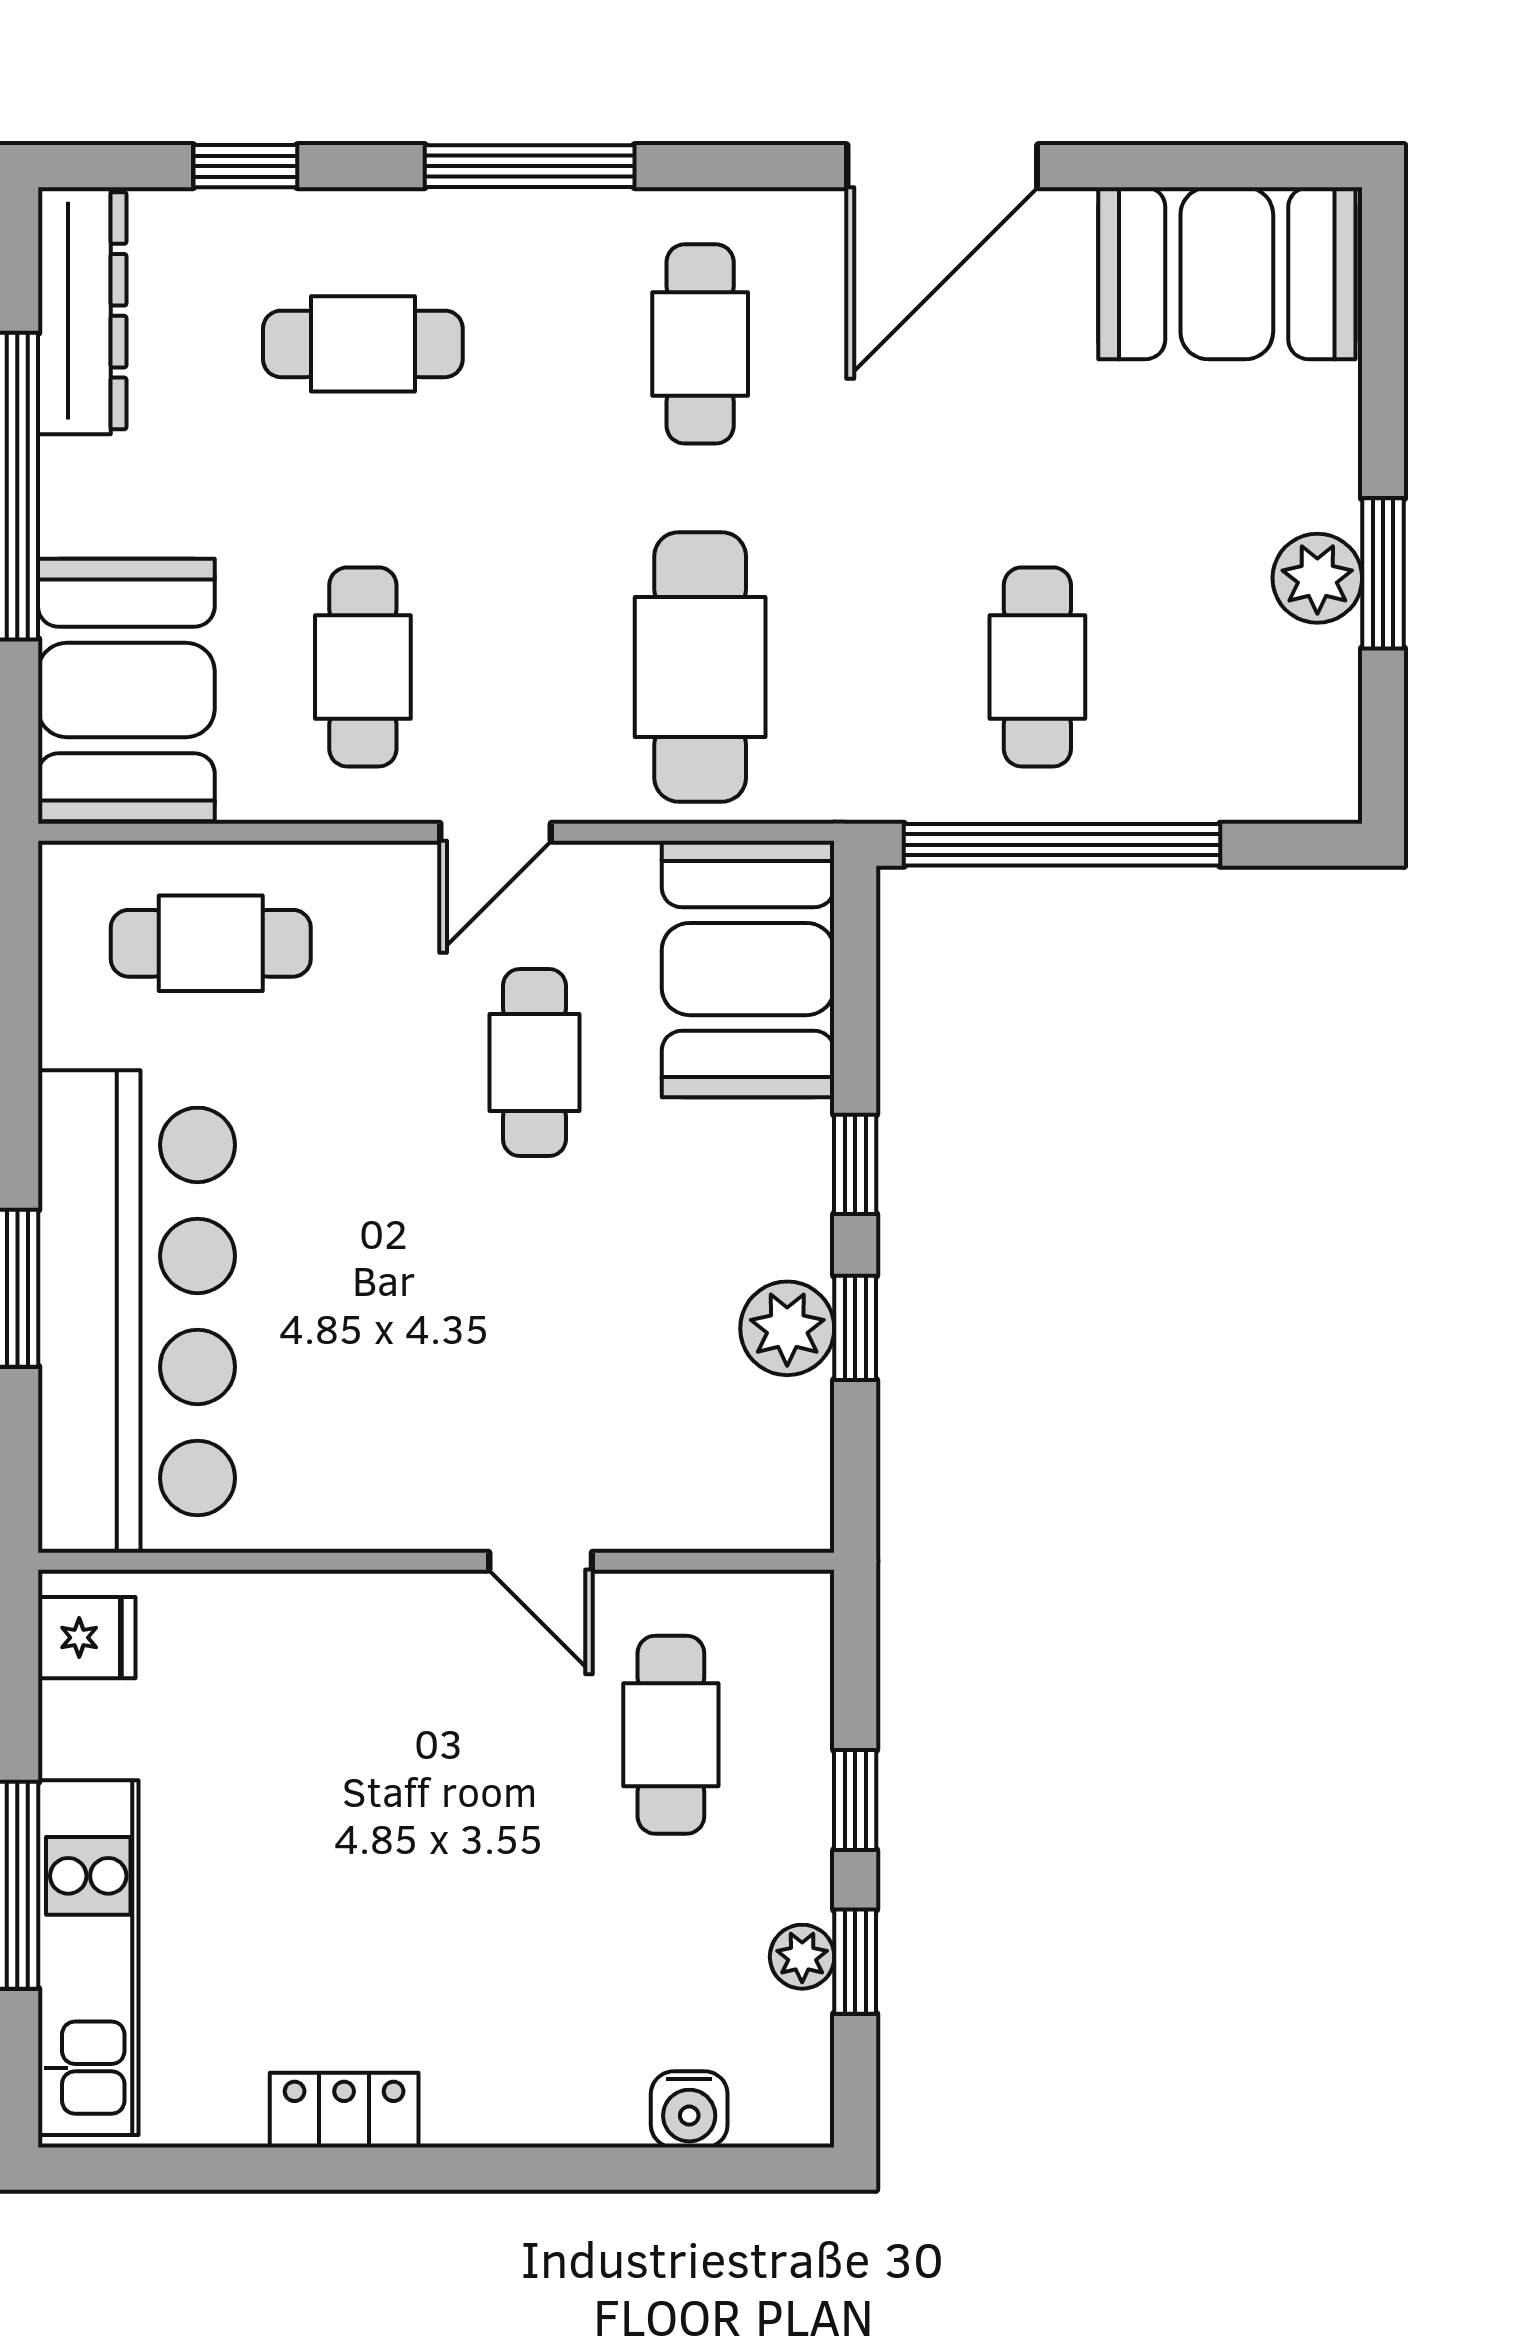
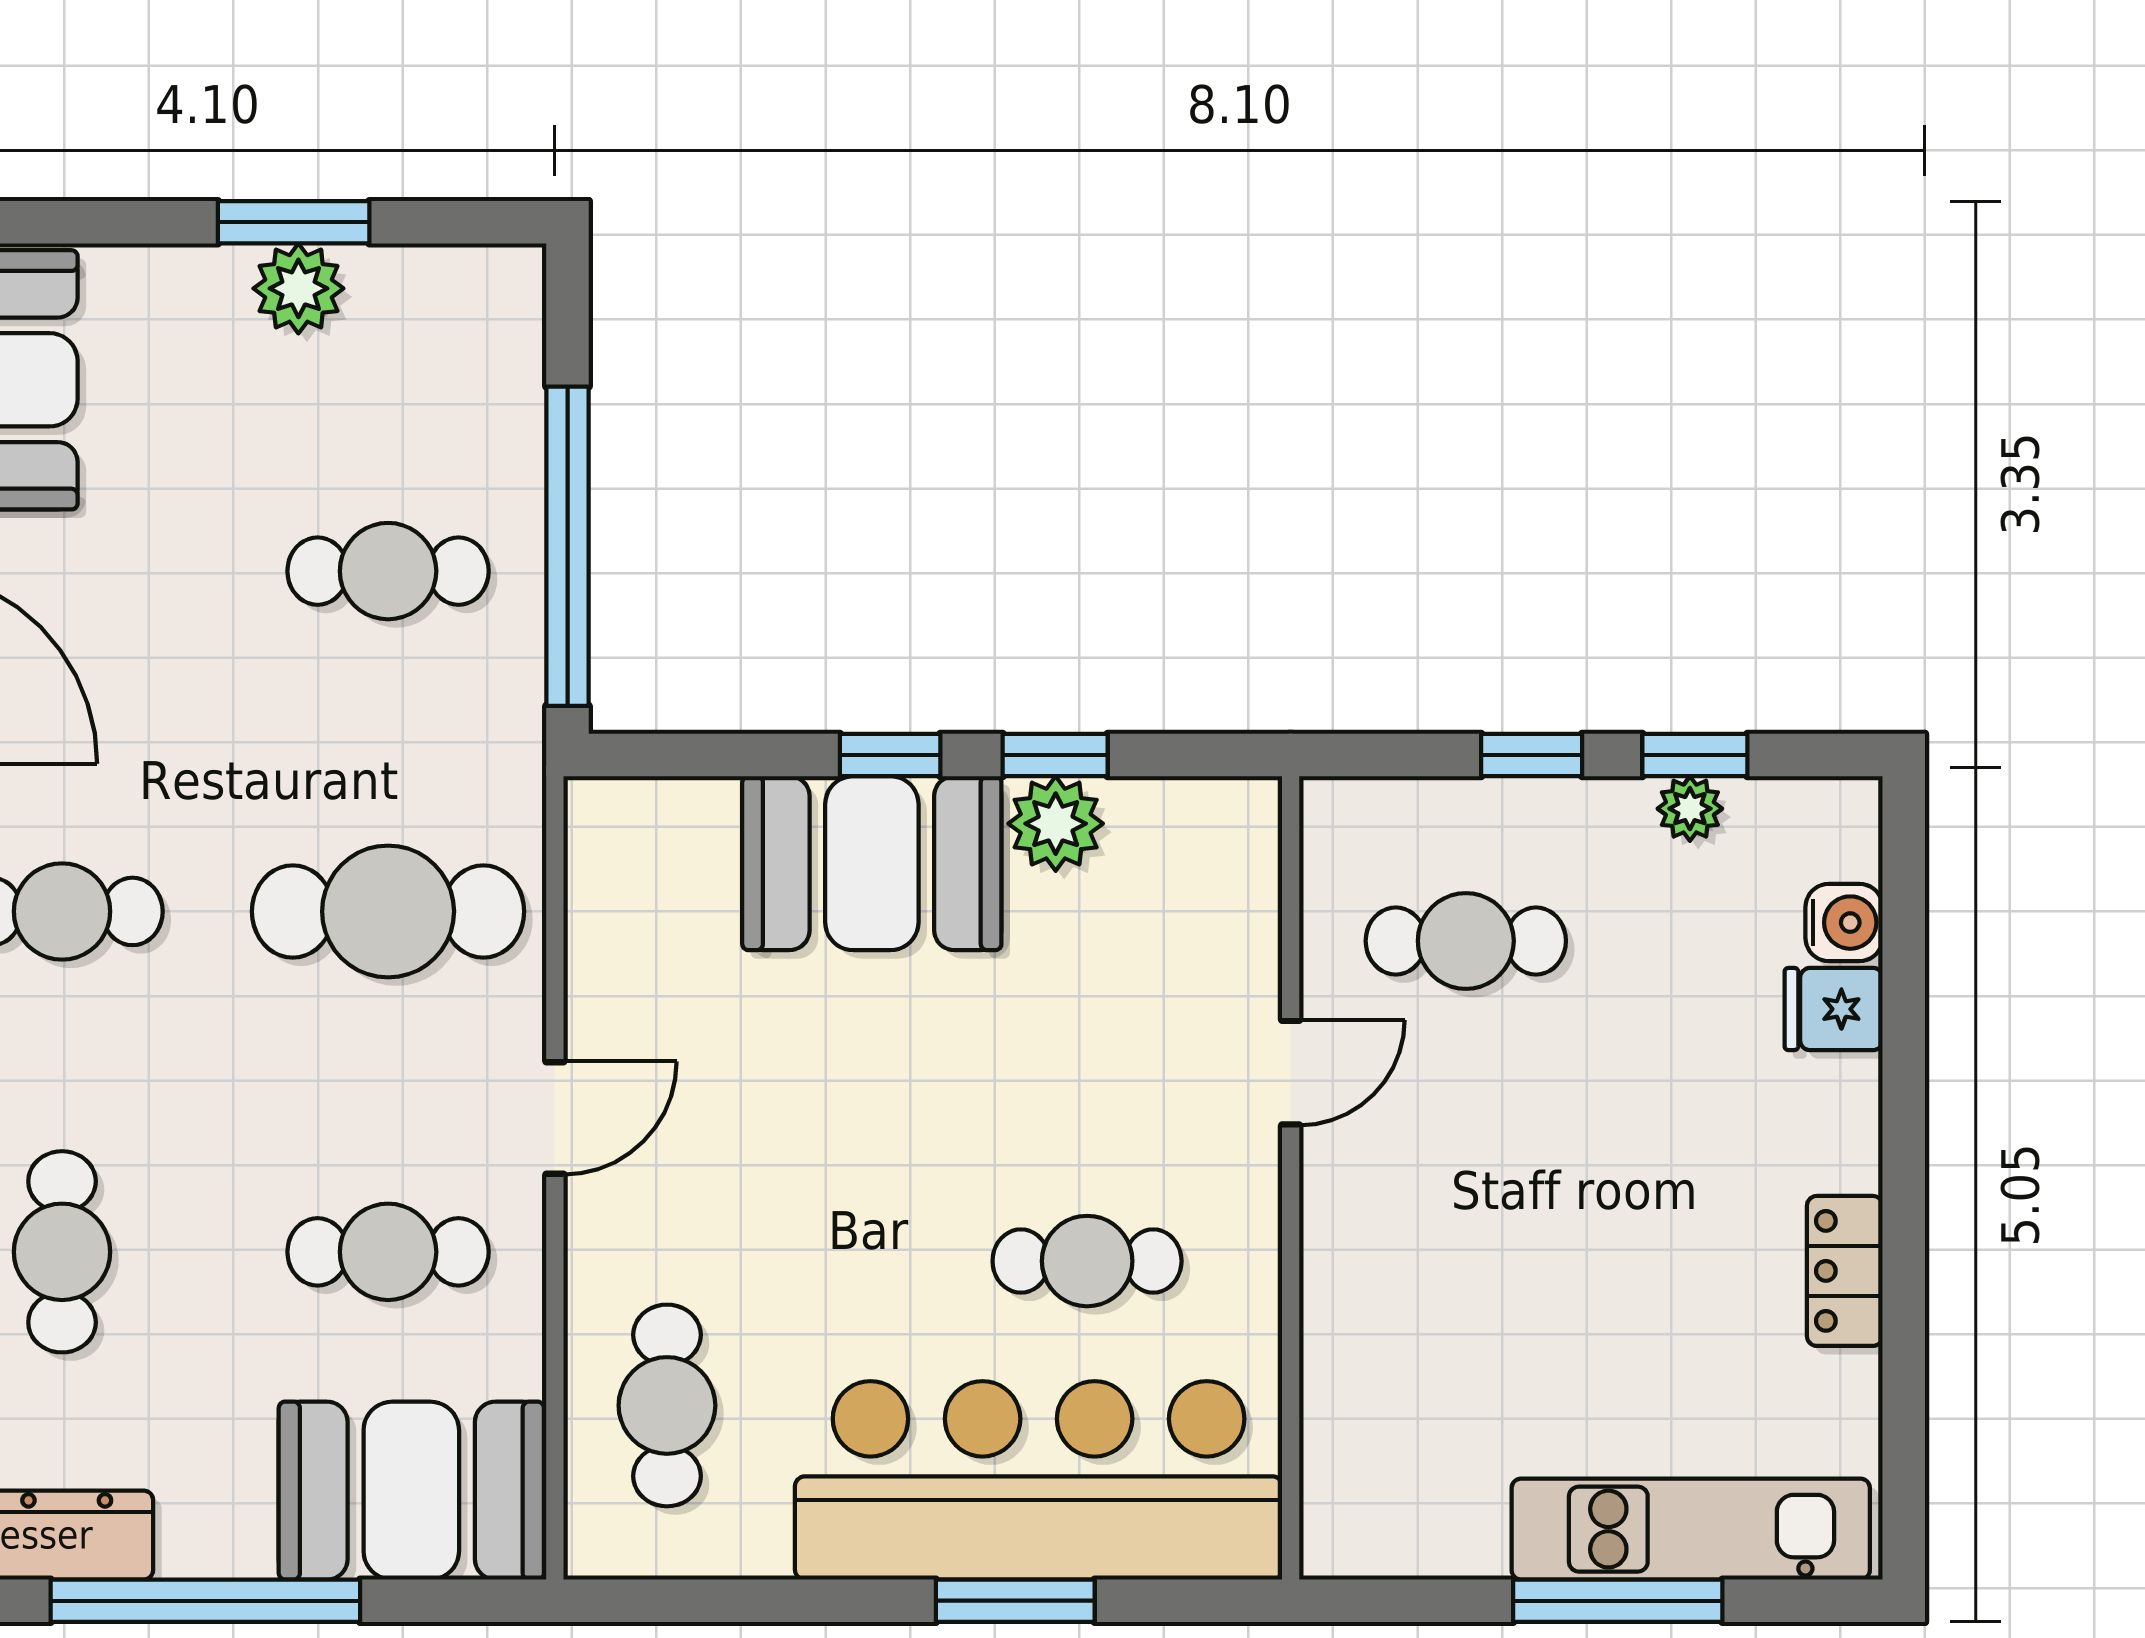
door: (496, 832) -> (555, 1118), hinge flipped
booth: (748, 969) -> (872, 863), moved
cafe table: (534, 1062) -> (1087, 1261), moved
fridge: (87, 1638) -> (1834, 1009), moved, turned -90

